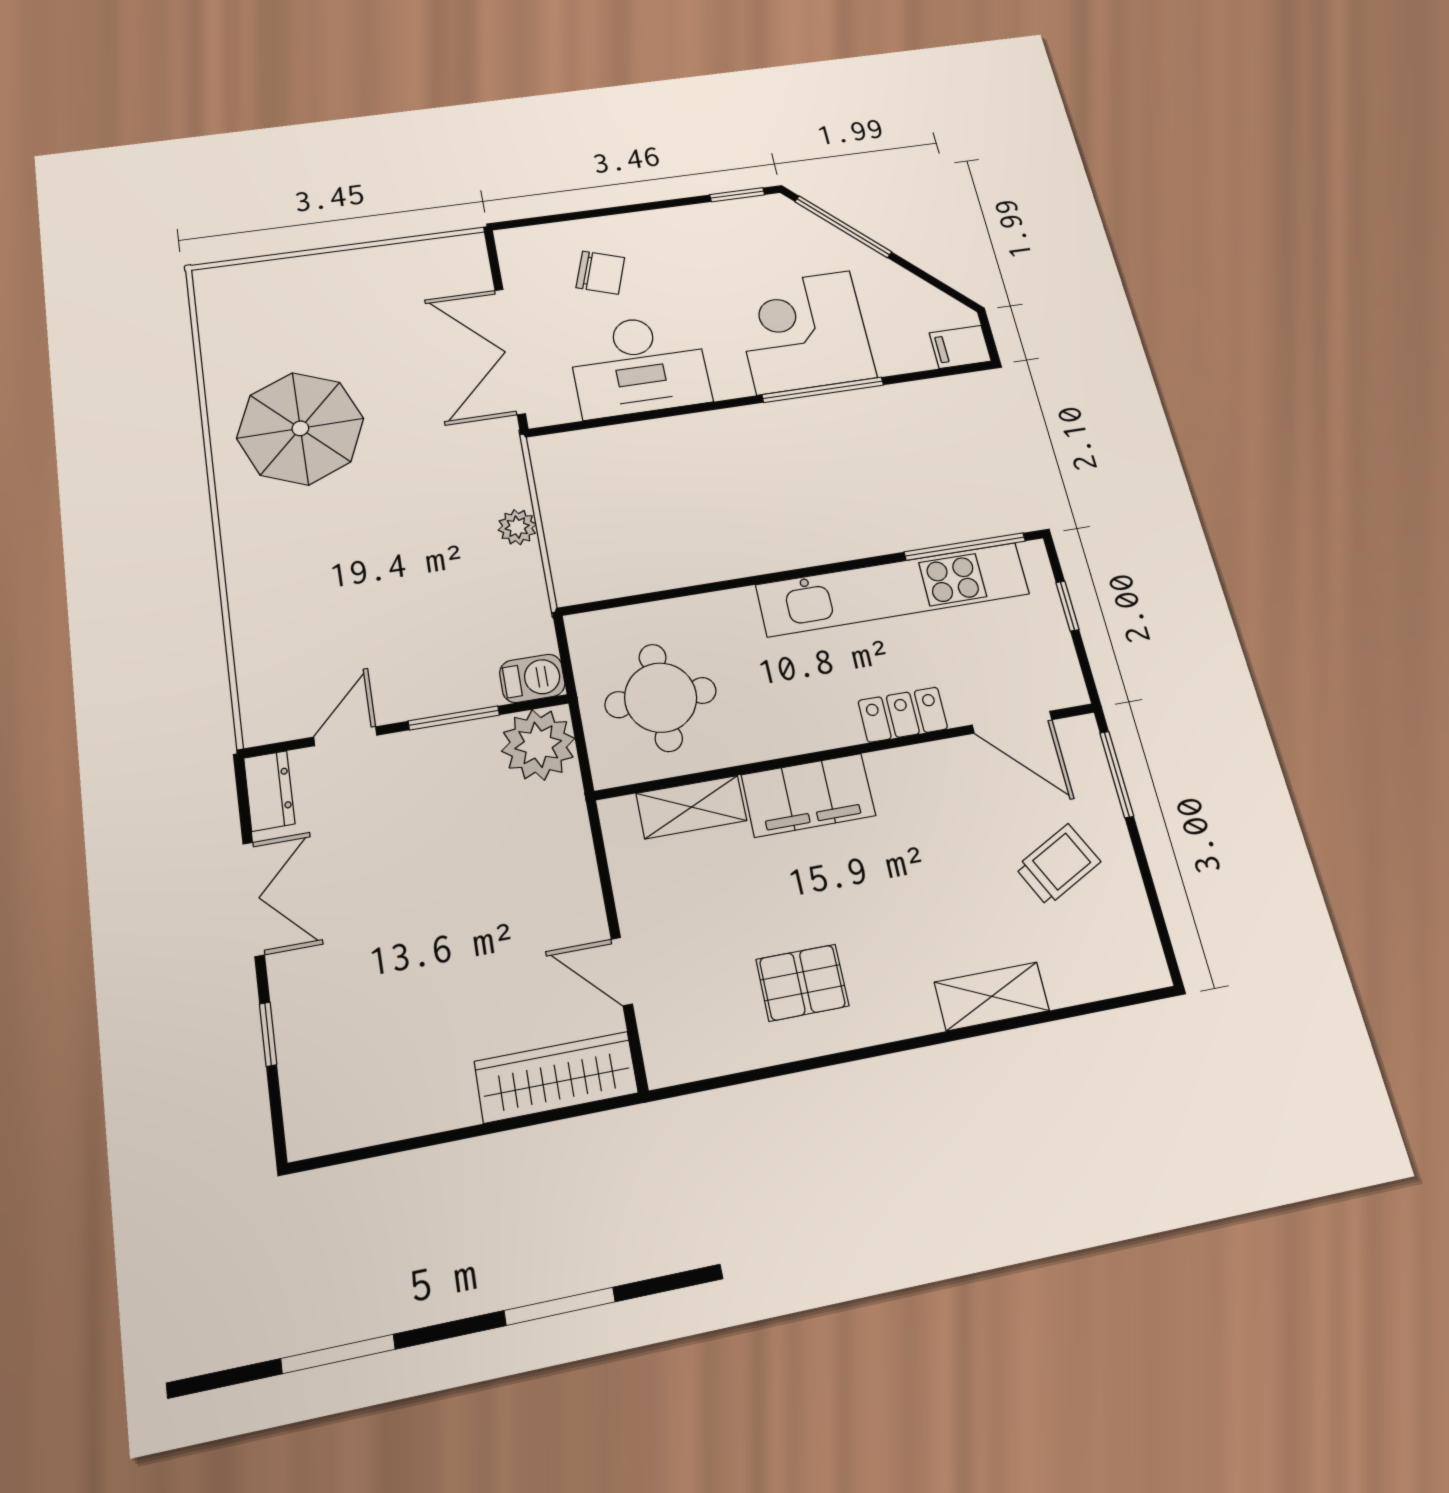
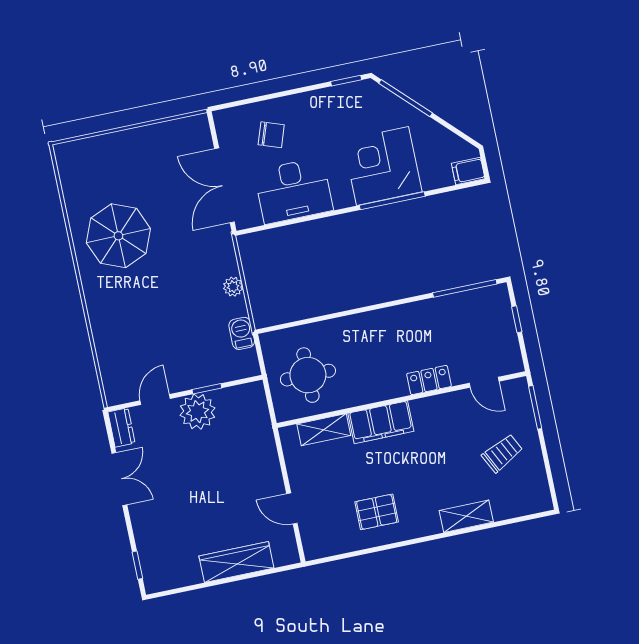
kitchen unit: (893, 589) -> (426, 313), removed
barbecue: (532, 678) -> (242, 333), moved, turned -90
window: (454, 718) -> (207, 389), width x0.67
door: (1012, 722) -> (484, 382), width x0.73
plant: (538, 745) -> (197, 412), moved
window: (268, 1034) -> (137, 565), moved
wardrobe: (556, 1077) -> (236, 562), moved

